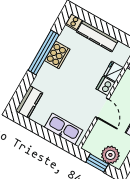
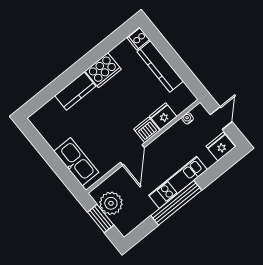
window: (44, 52) -> (88, 61), removed
kitchen counter: (29, 102) -> (75, 91), moved
plant: (110, 155) -> (111, 203), moved

